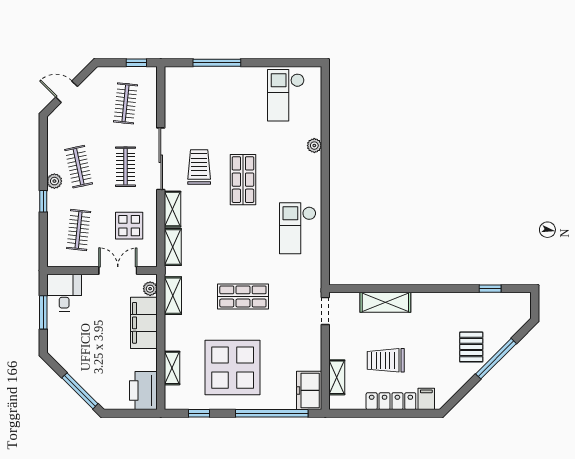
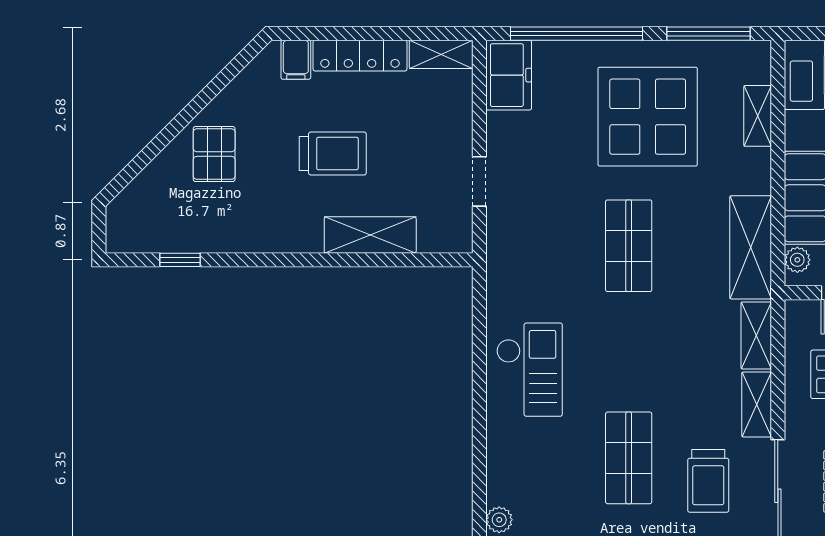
shelving: (173, 296) -> (751, 247), width x1.50, depth x1.33
shop shelf: (243, 296) -> (629, 246), turned 90
doorway: (325, 311) -> (479, 181), moved
window: (496, 359) -> (169, 133), removed
trolley: (386, 360) -> (333, 154), moved
shelving: (337, 377) -> (441, 54), moved, turned 90
window: (199, 413) -> (708, 34), width x2.17

